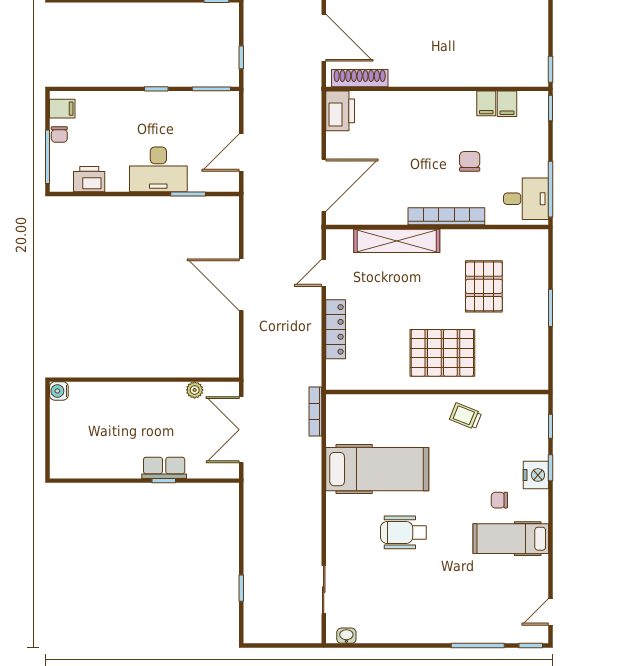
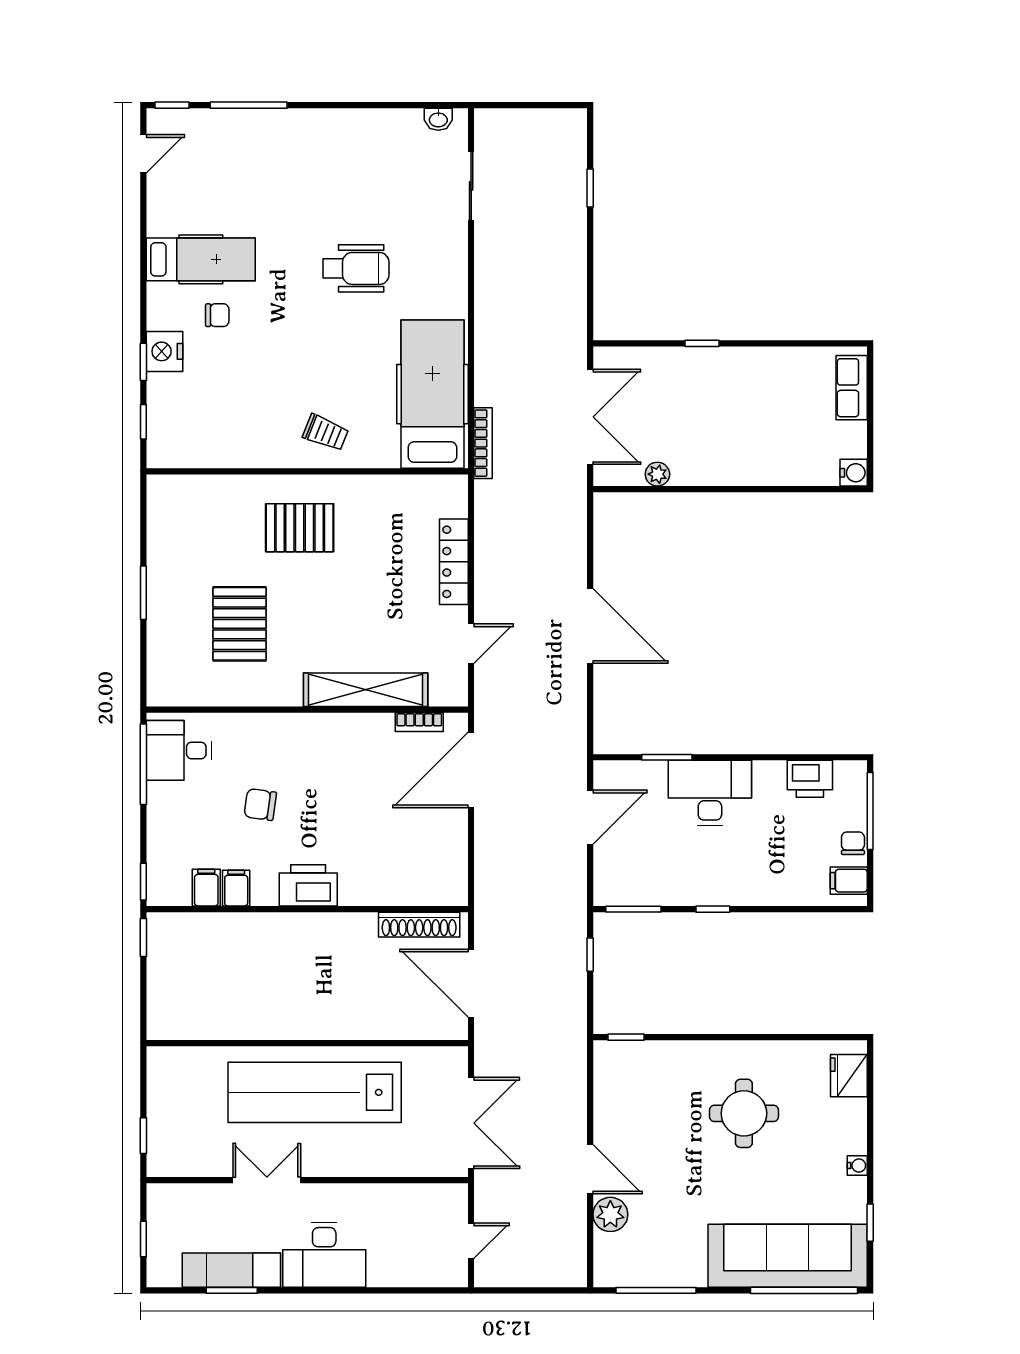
printer: (340, 111) -> (308, 885), moved, turned 90
chair: (470, 161) -> (260, 805), turned 98
bookcase: (446, 216) -> (419, 722), moved, width x0.43, depth x0.76
pallet: (442, 353) -> (300, 528), width x0.73, depth x0.71
trolley: (466, 416) -> (326, 433), moved
row of seats: (164, 468) -> (852, 388), moved, turned 90
hospital bed: (377, 469) -> (432, 394), moved, turned 90

